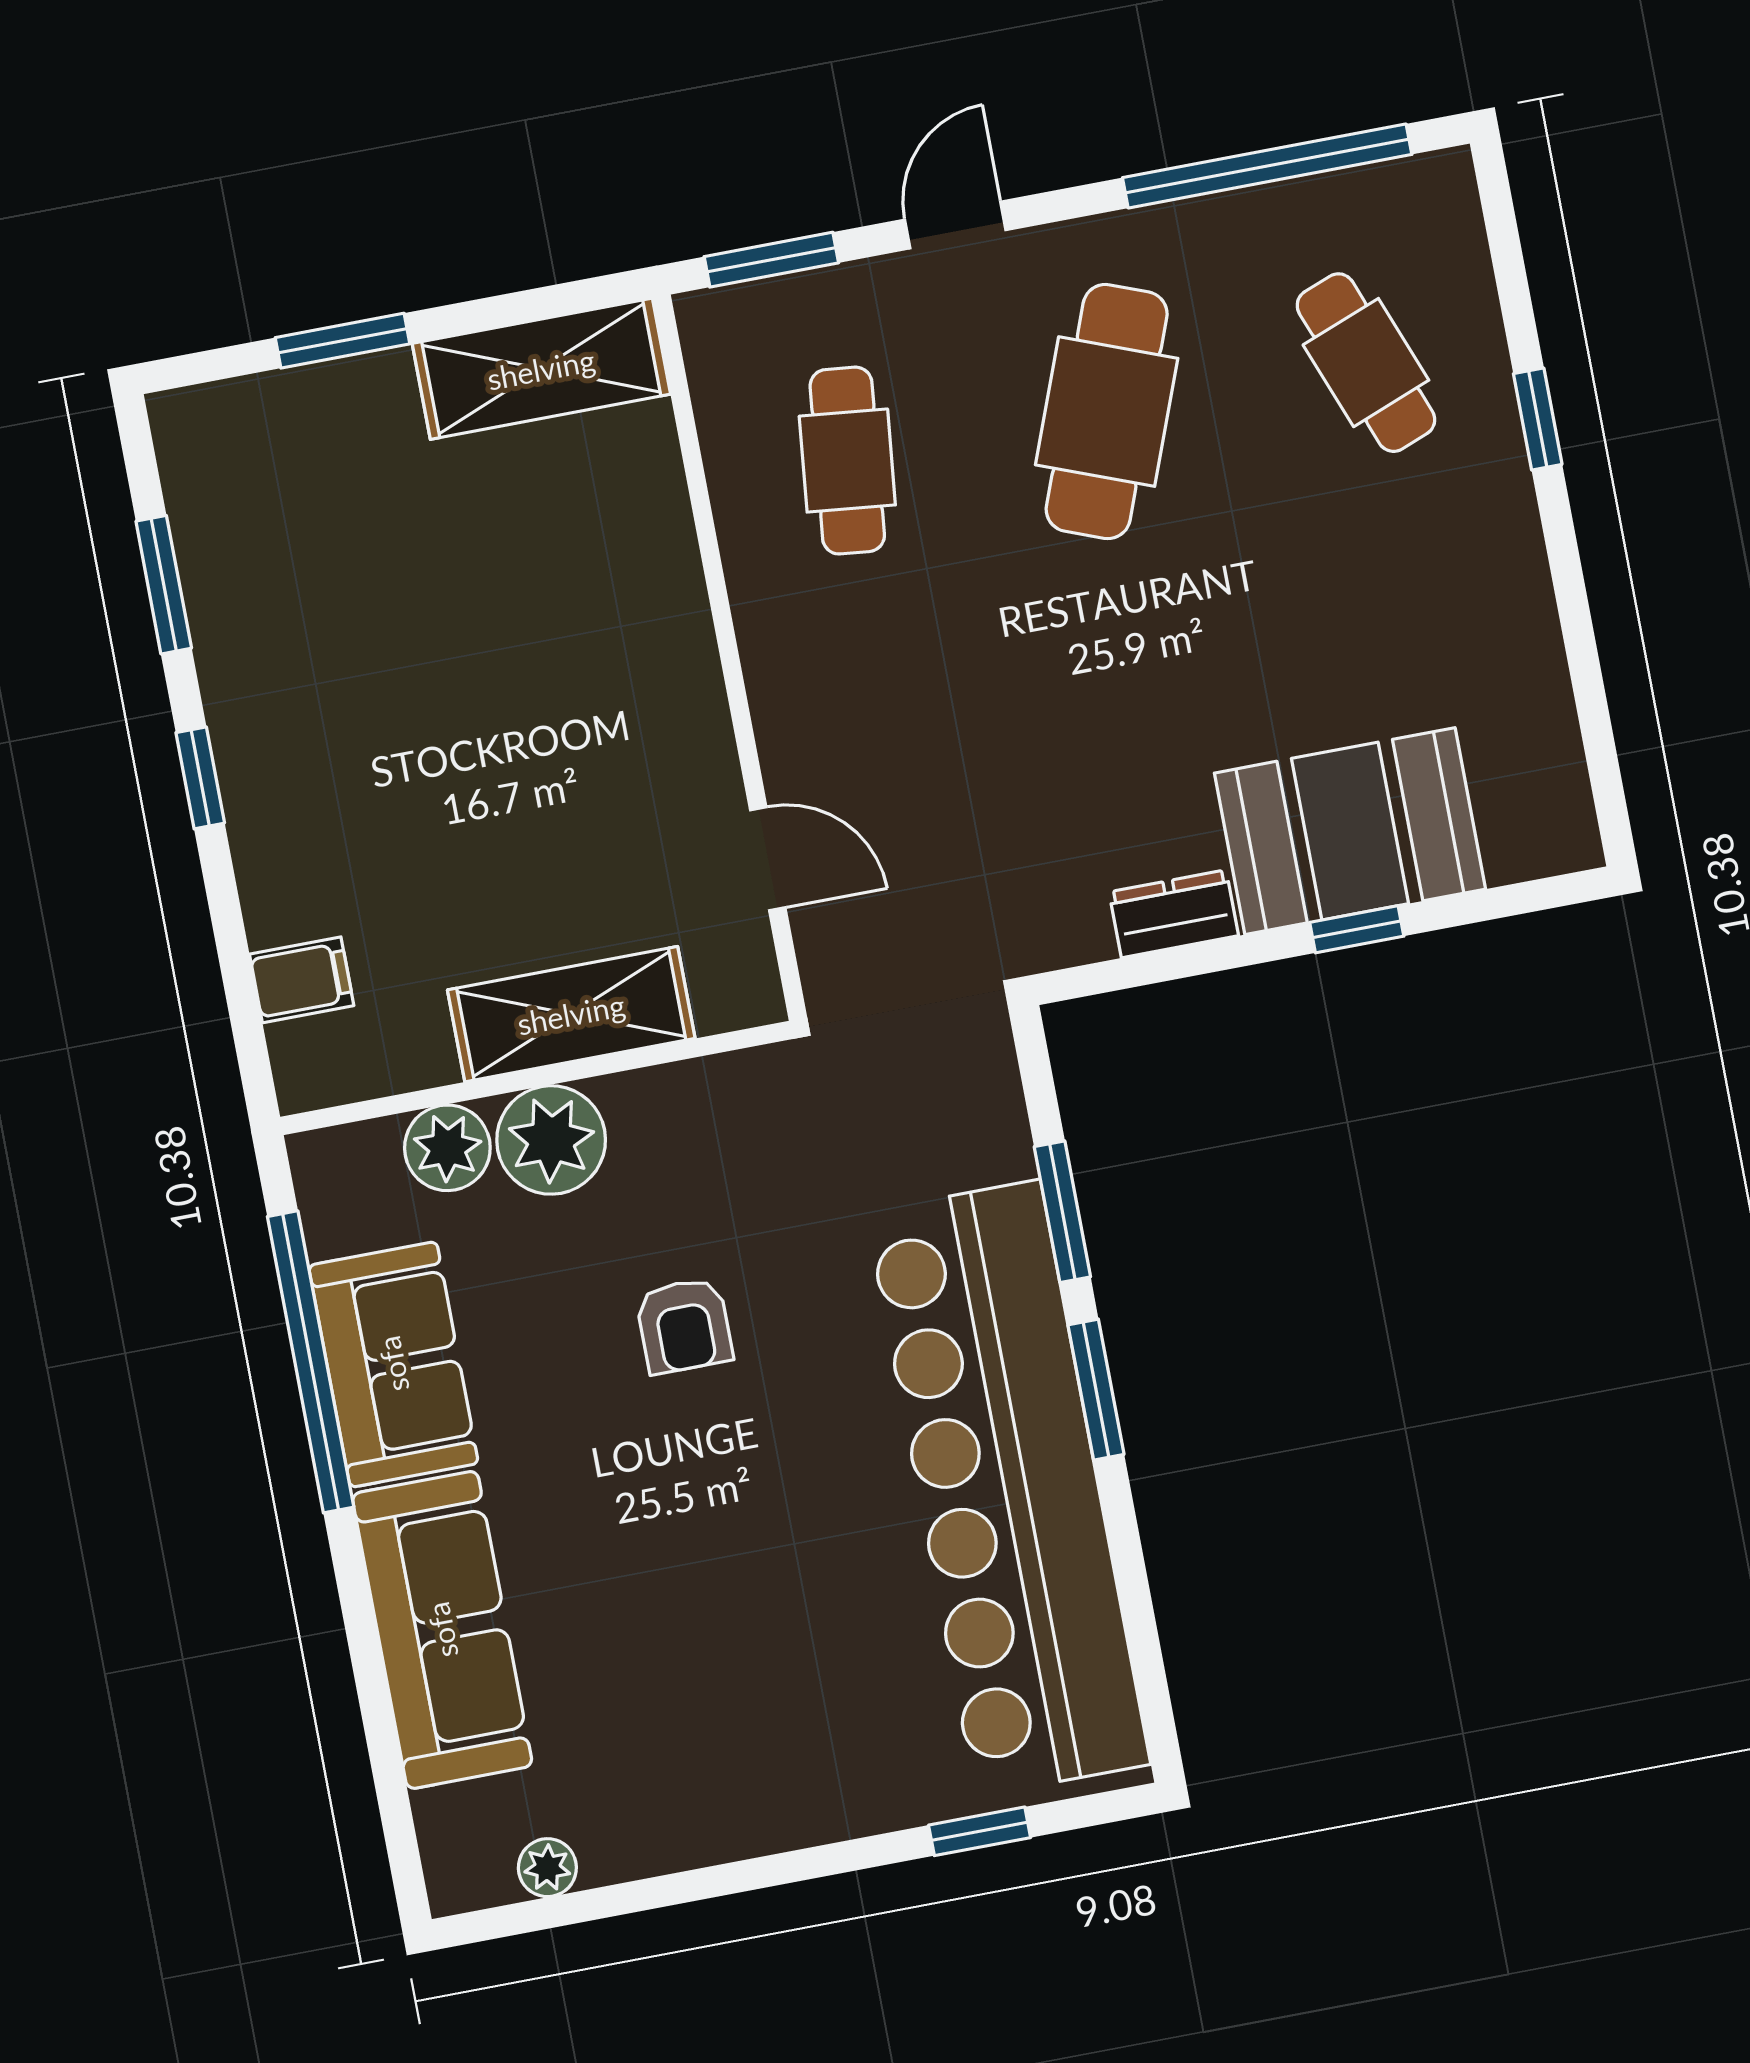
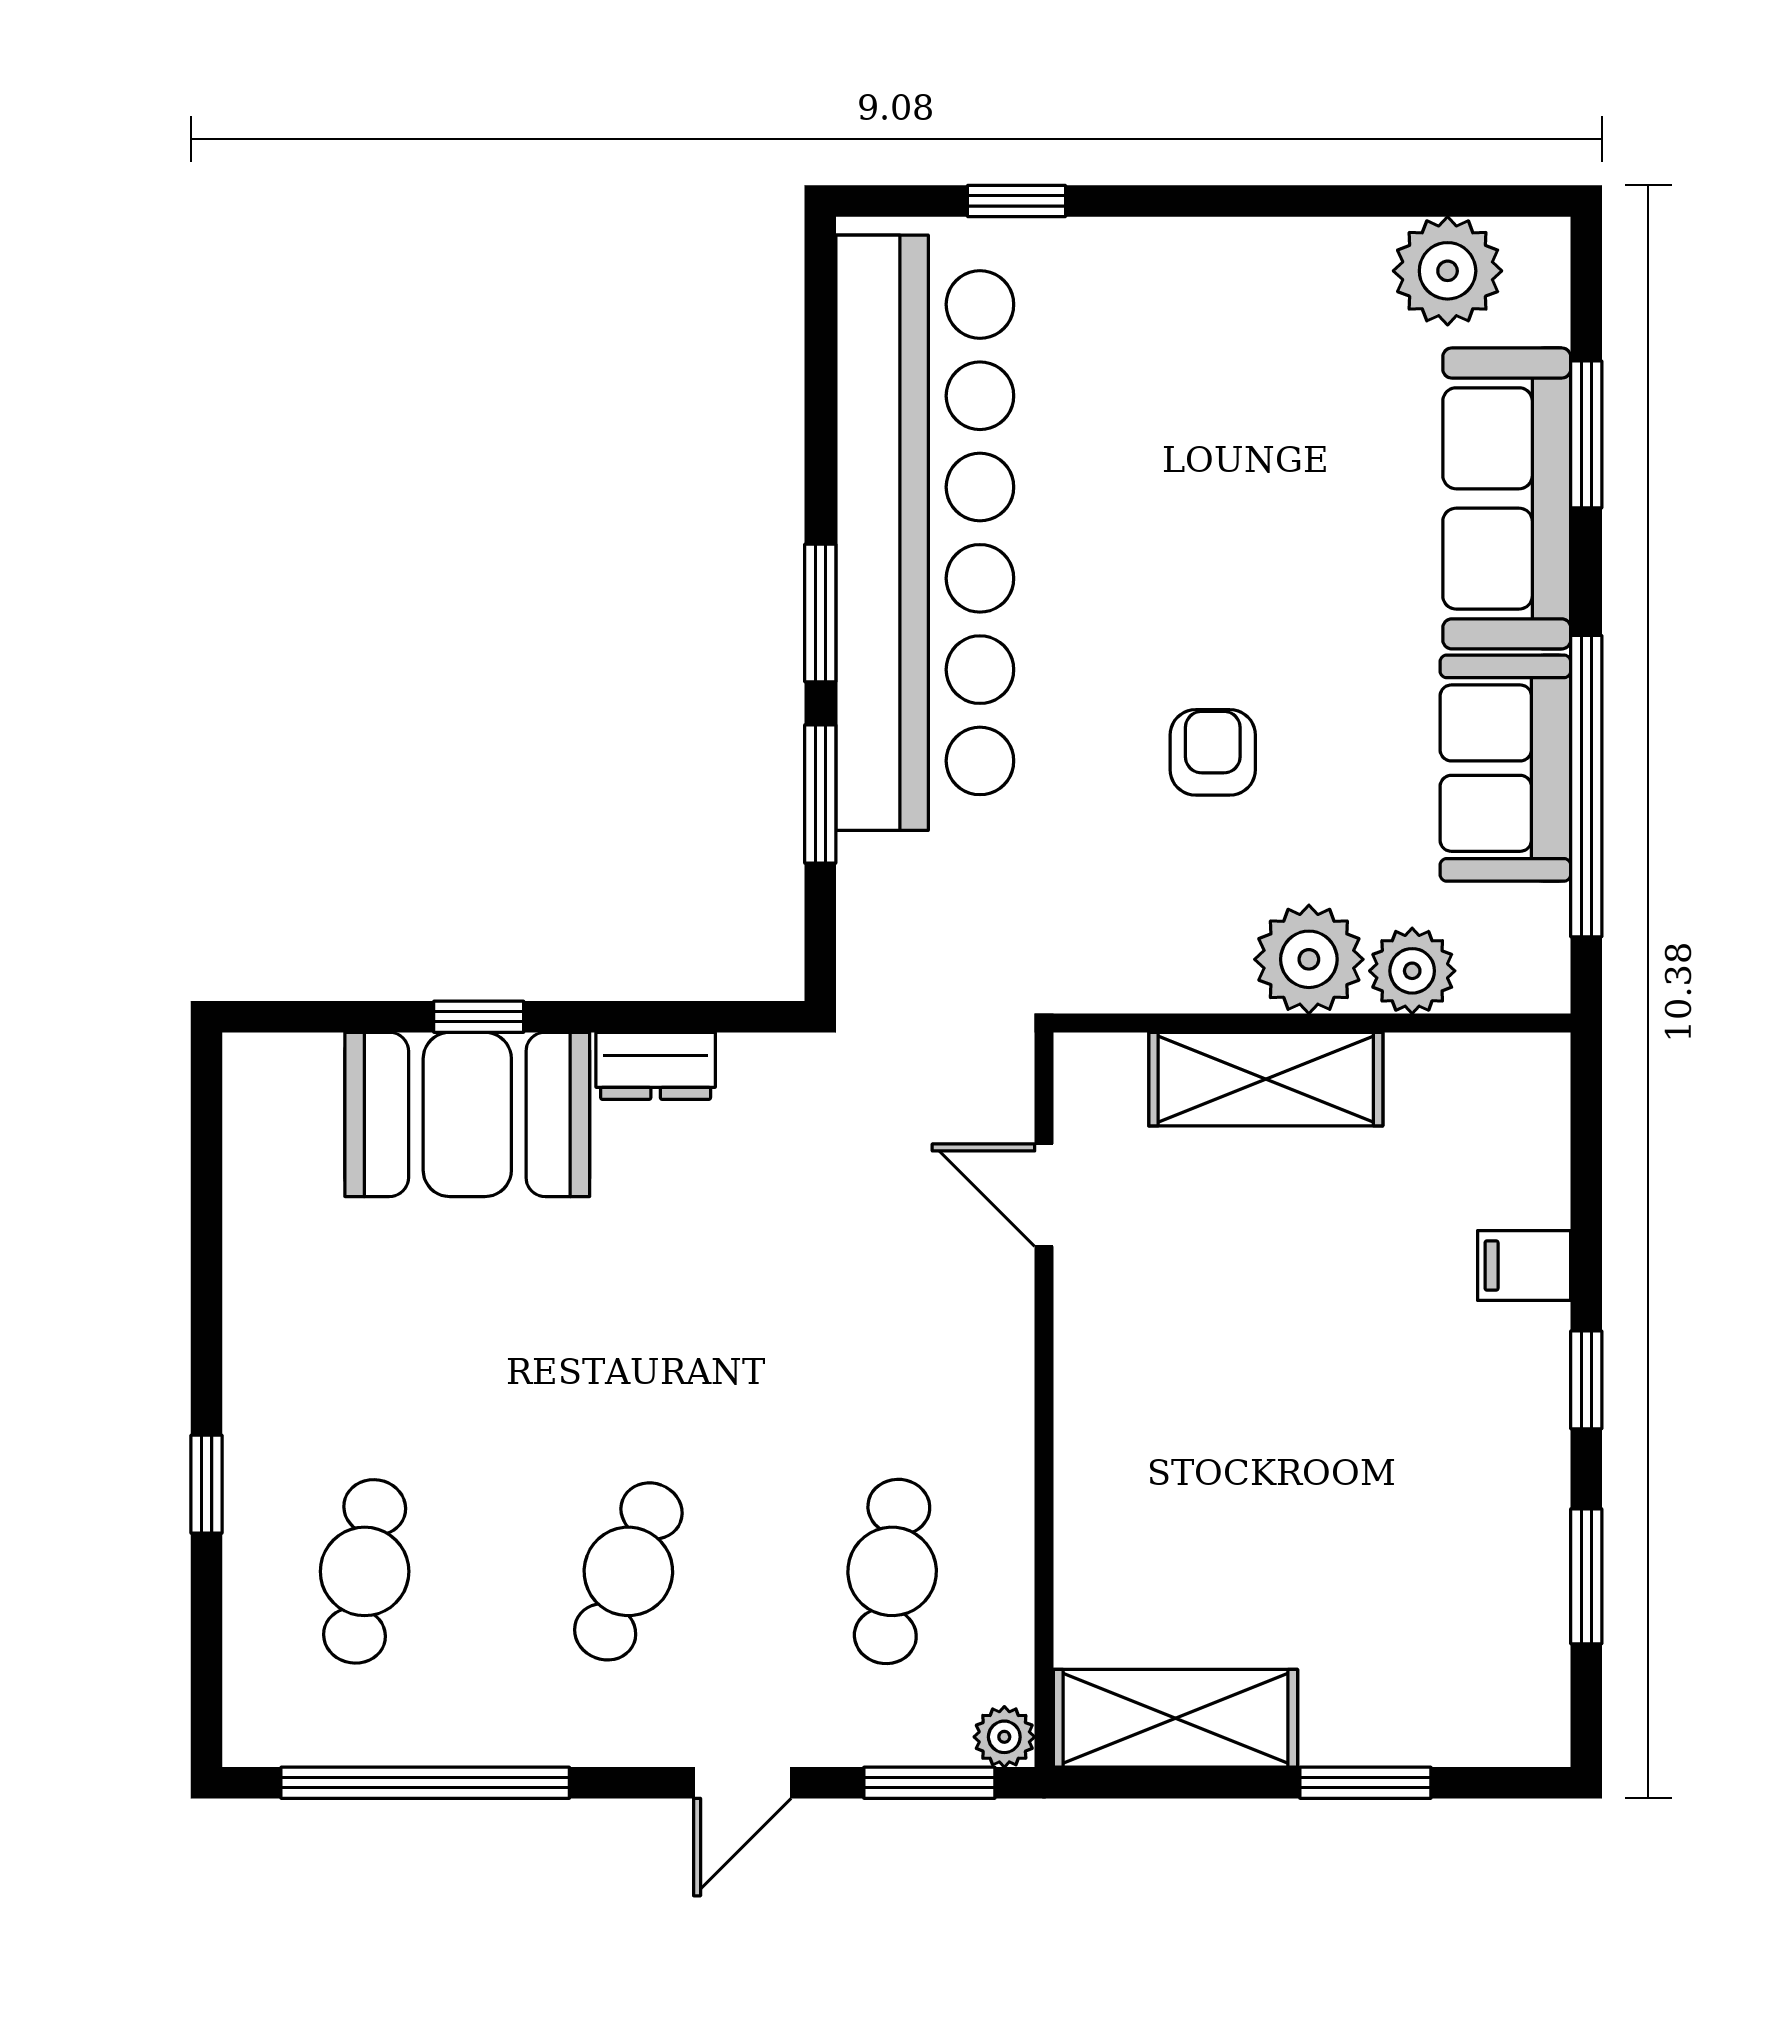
plant: (706, 319) -> (1004, 1737), added
cafe table: (1366, 363) -> (365, 1571), turned 30
cafe table: (1107, 412) -> (628, 1571), width x0.73, depth x0.74
filing cabinet: (302, 980) -> (1524, 1265), moved
window: (376, 1708) -> (1586, 434), added
plant: (547, 1868) -> (1448, 271), width x1.88, depth x1.88

